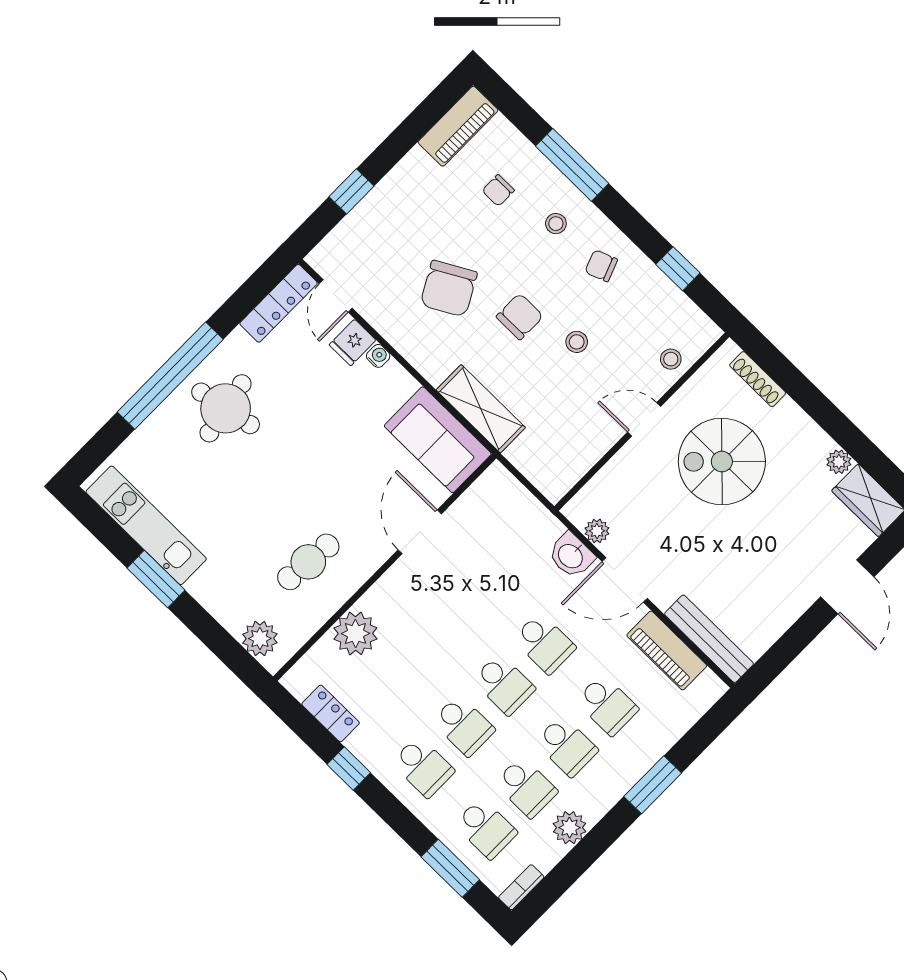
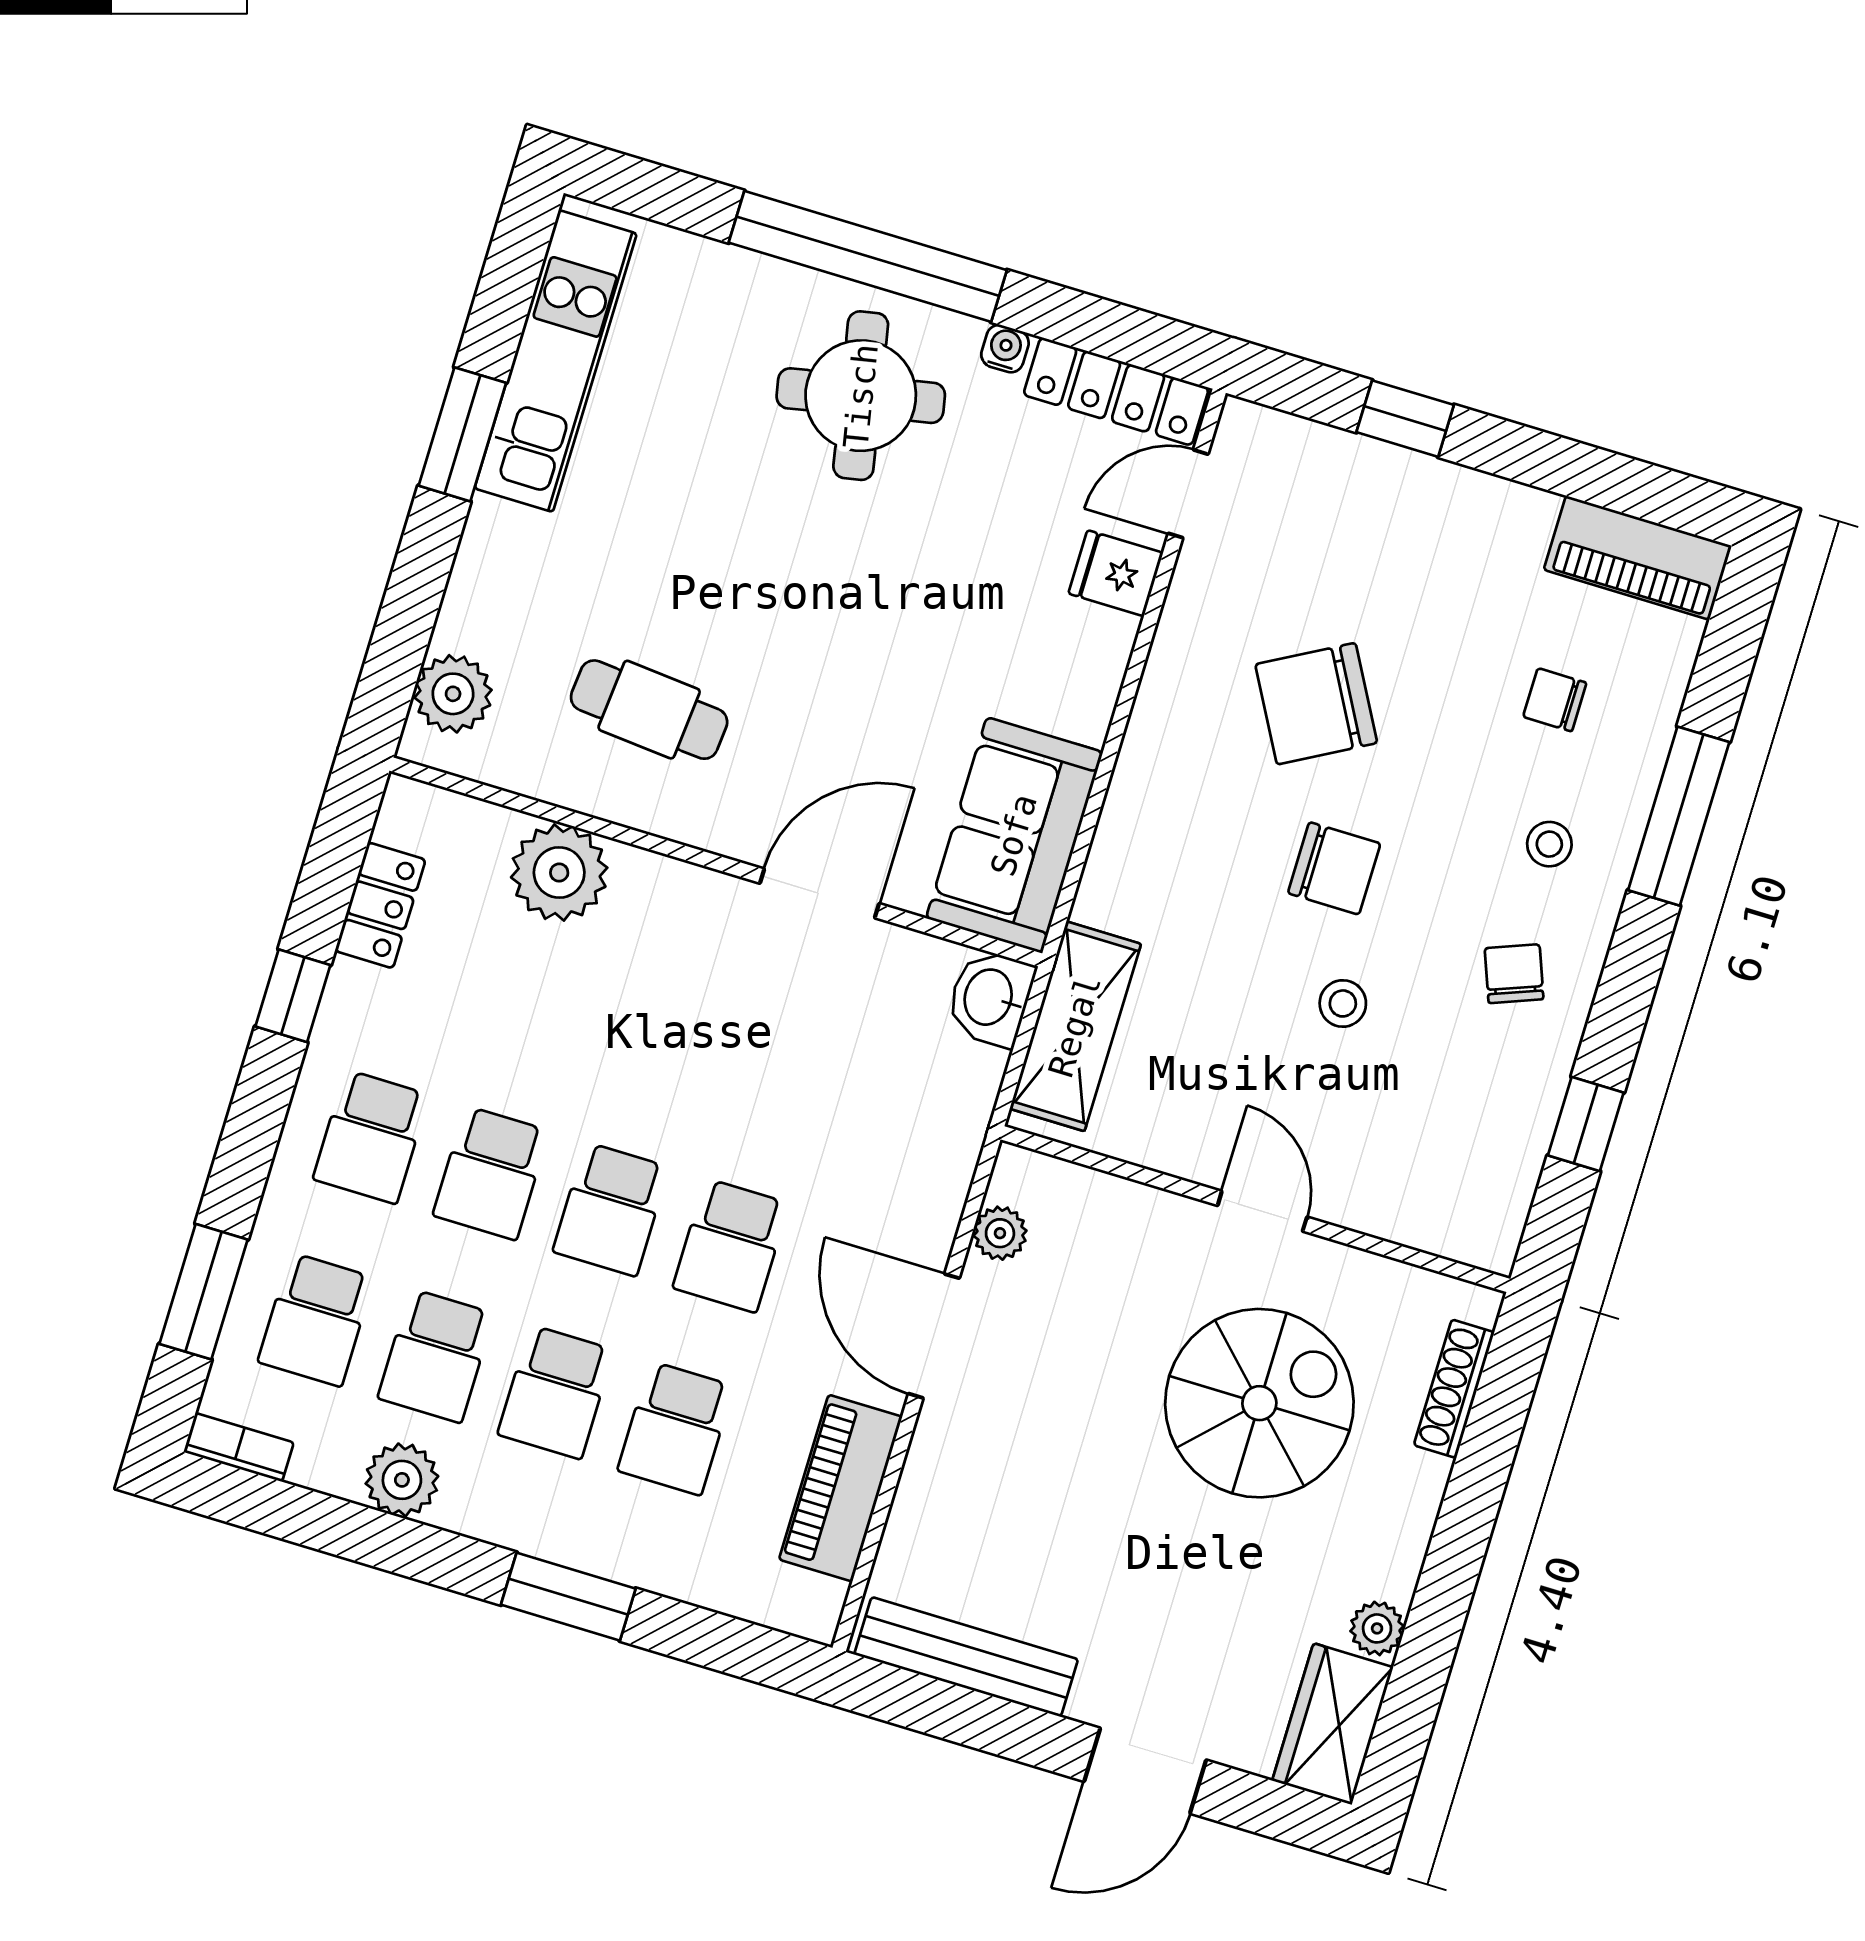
water cooler: (378, 356) -> (1005, 349), moved, turned -90
stool: (671, 359) -> (1405, 1202), removed
shelving: (481, 409) -> (1075, 1026), moved
spiral stairs: (722, 462) -> (1259, 1403), turned 90
washbasin: (571, 555) -> (990, 998), moved
bench: (709, 639) -> (966, 1657), moved, turned 90

